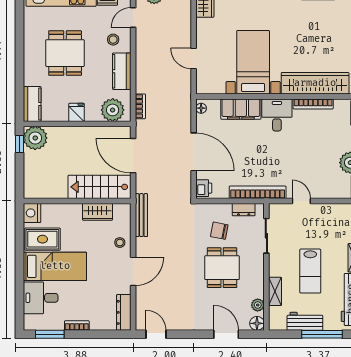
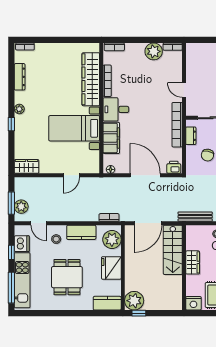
dining table: (65, 53) -> (67, 277), turned 90
fridge: (77, 112) -> (111, 268), width x1.88, depth x1.34
door: (194, 152) -> (145, 175), hinge flipped
door: (301, 201) -> (184, 90), hinge flipped
wardrobe: (97, 212) -> (193, 262), moved

